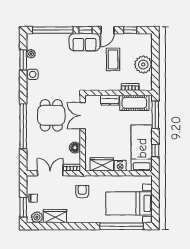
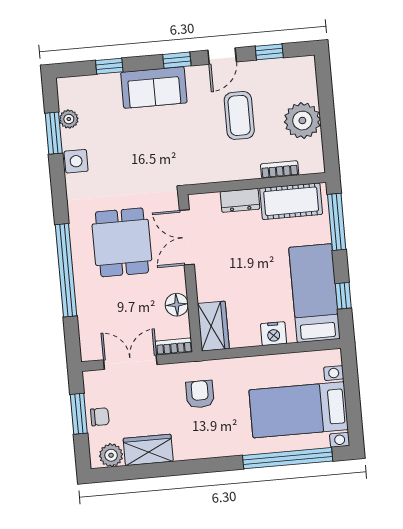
window: (53, 30) -> (109, 66), width x0.32
sofa: (85, 42) -> (154, 87), moved
wardrobe: (102, 164) -> (213, 326), moved, turned 90
window: (23, 207) -> (79, 414), moved

